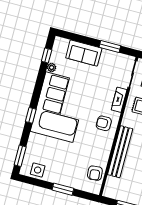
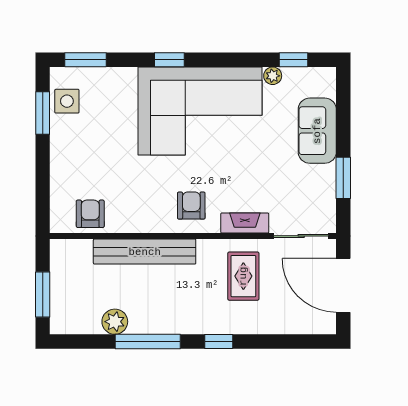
armchair: (95, 173) -> (90, 214), turned 95
window: (63, 189) -> (43, 113), moved

